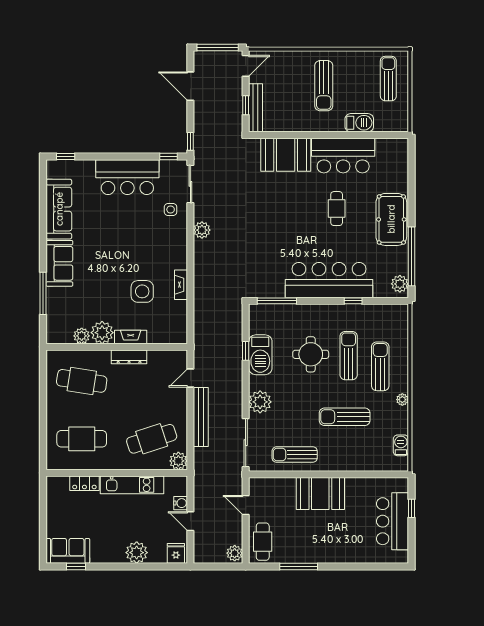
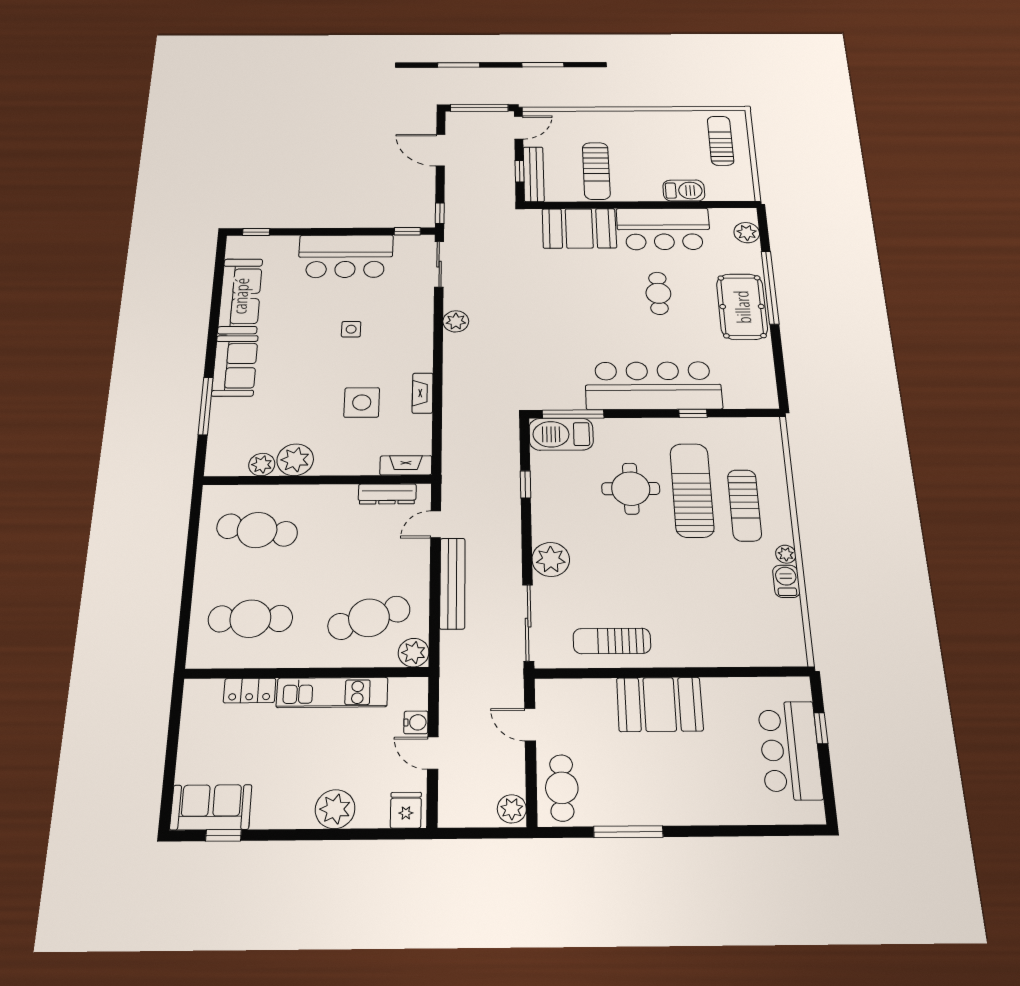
sun lounger: (324, 86) -> (596, 171), moved
side table: (171, 209) -> (351, 329), moved
window: (411, 256) -> (770, 287), moved
plant: (400, 284) -> (747, 233), moved
fireplace: (131, 337) -> (406, 465), moved
barbecue: (260, 355) -> (561, 434), moved, turned 90
sun lounger: (349, 356) -> (692, 490), width x1.36, depth x1.34
dresser: (129, 357) -> (387, 494), moved
sun lounger: (380, 366) -> (745, 505), turned 180
sun lounger: (345, 417) -> (693, 581), removed
barbecue: (401, 445) -> (786, 581), moved

